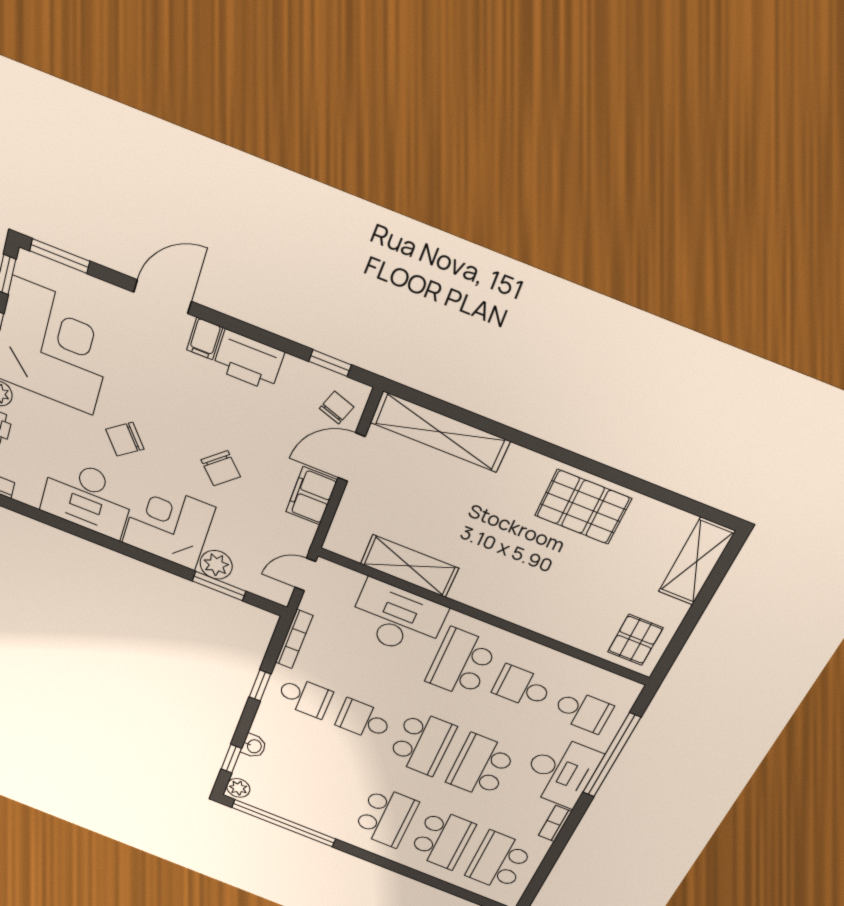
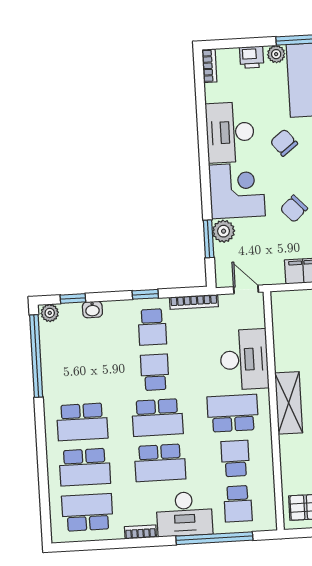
shelving: (409, 566) -> (289, 403), moved
school desk: (481, 766) -> (160, 463), turned 180

